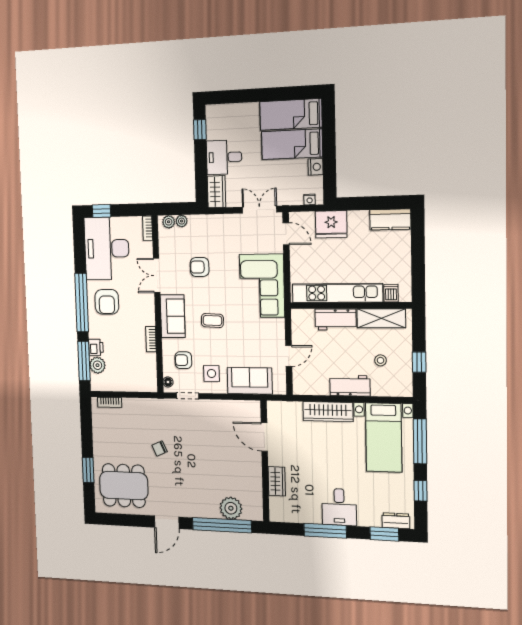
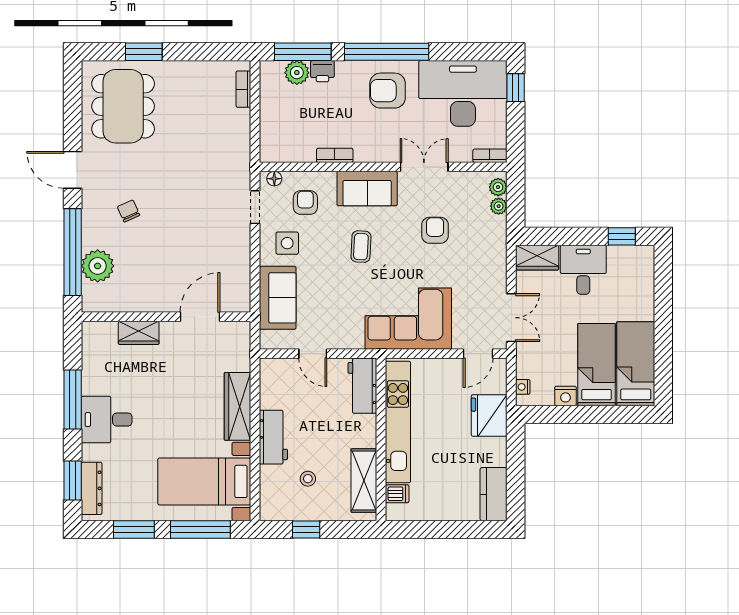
workbench: (336, 319) -> (362, 386), moved
chair: (160, 448) -> (129, 211), moved
window: (420, 491) -> (134, 530), width x1.50
dresser: (396, 521) -> (92, 488), width x1.44

